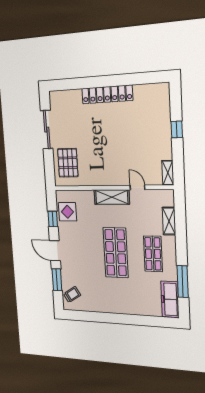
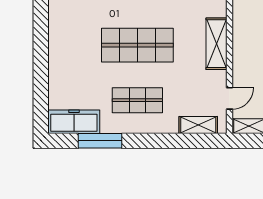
door: (137, 187) -> (229, 98), moved
shelving: (169, 221) -> (198, 125), moved

